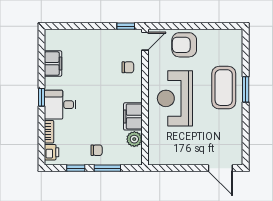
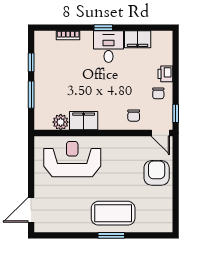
reception desk: (175, 98) -> (72, 159), moved
desk: (60, 105) -> (108, 47), moved
chair: (97, 150) -> (158, 93), moved
printer: (52, 152) -> (165, 74), moved, turned 90

